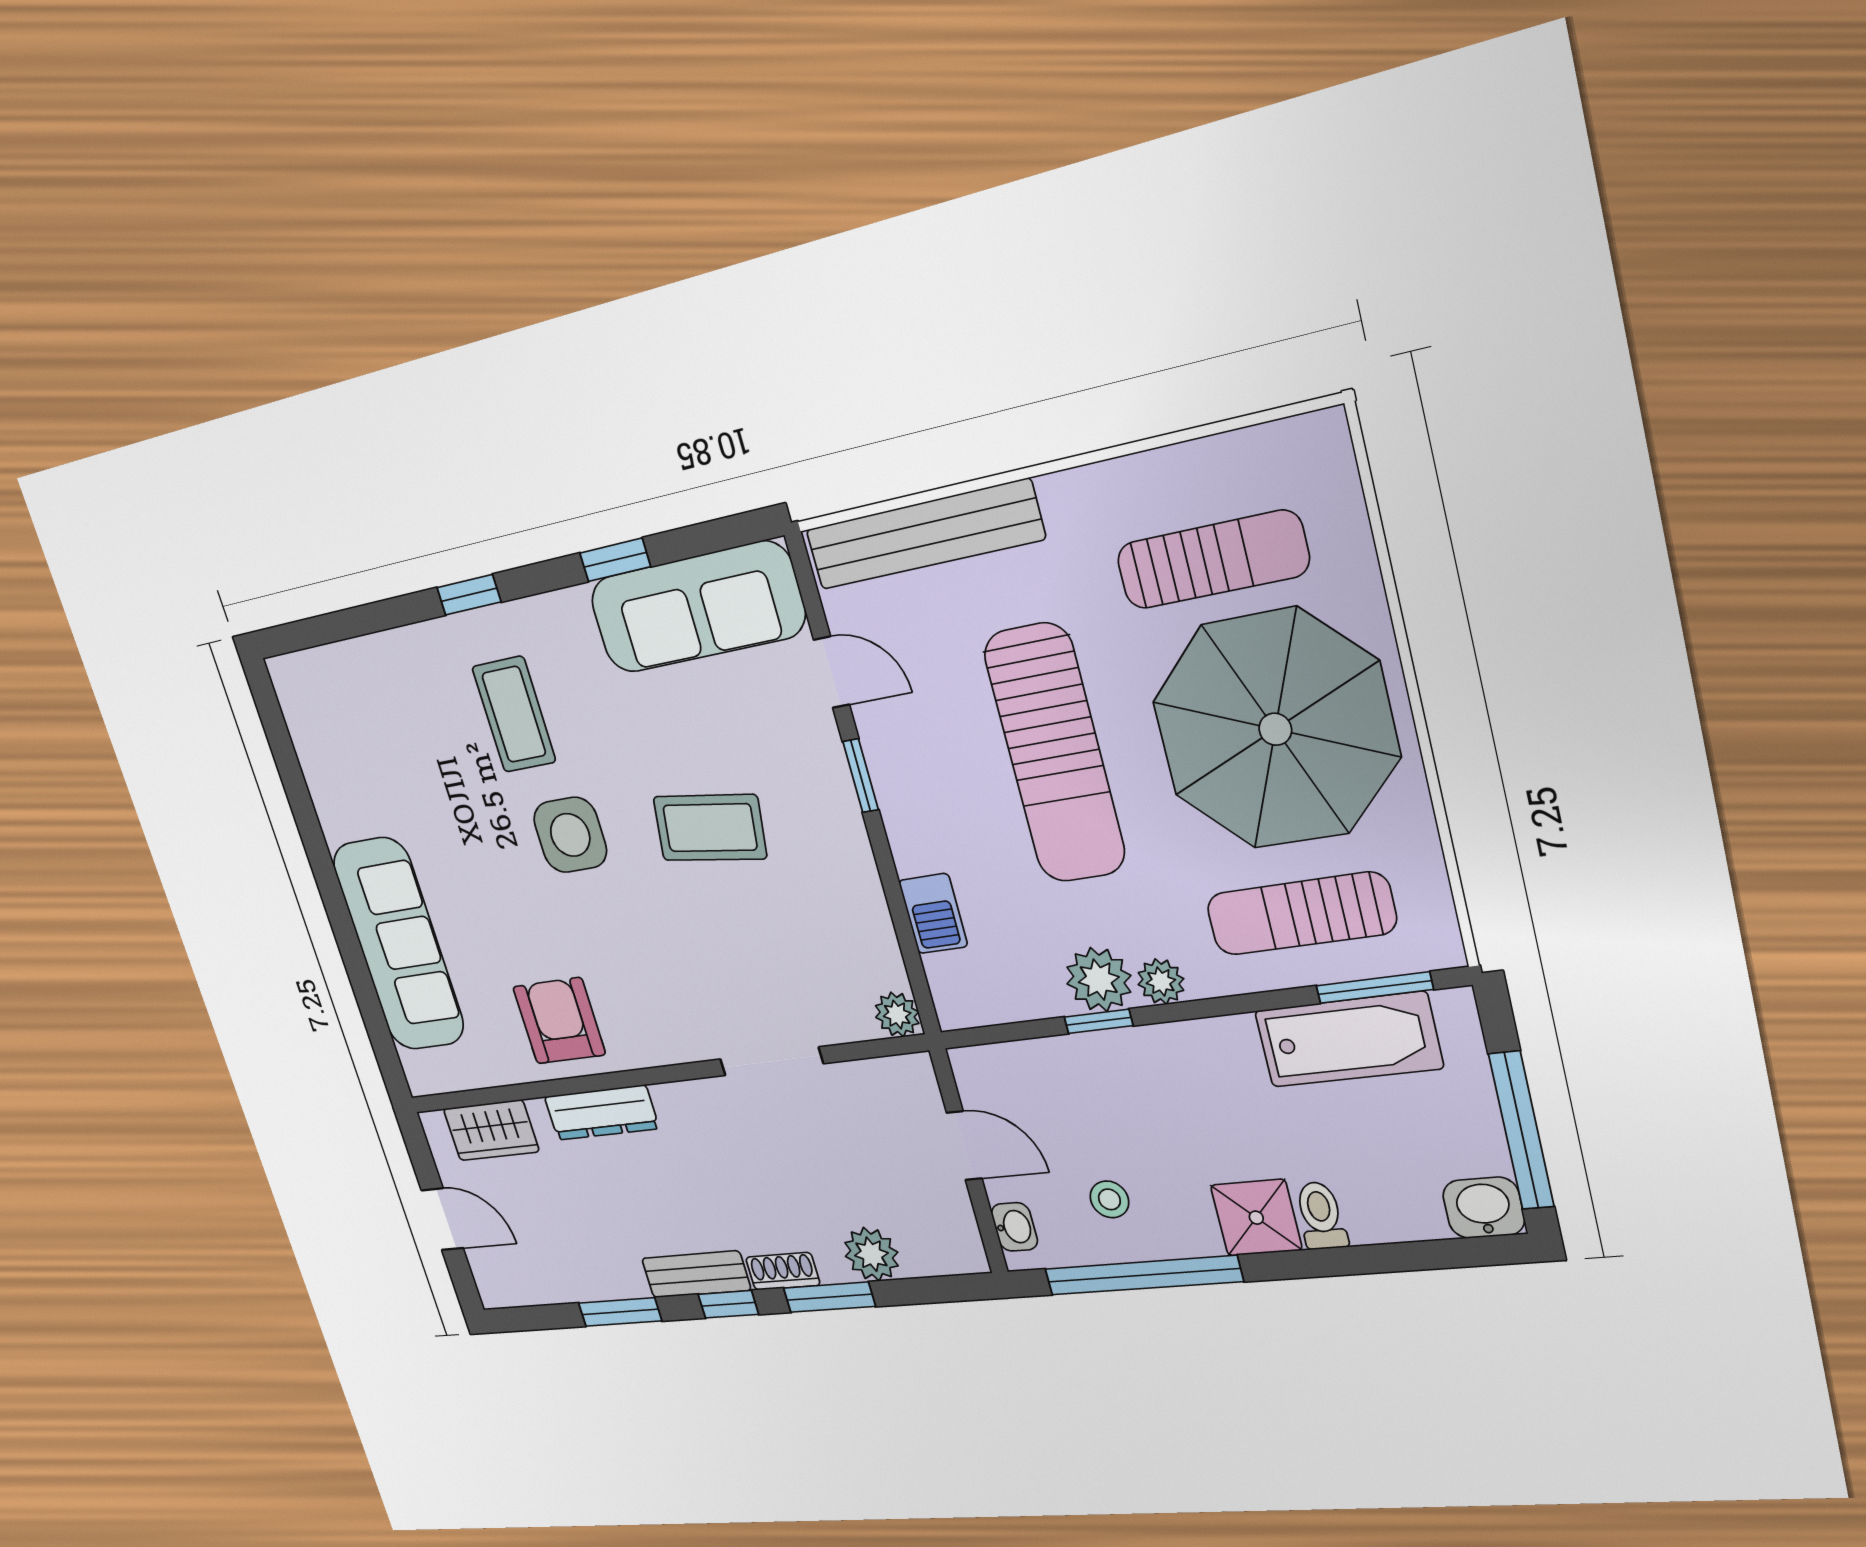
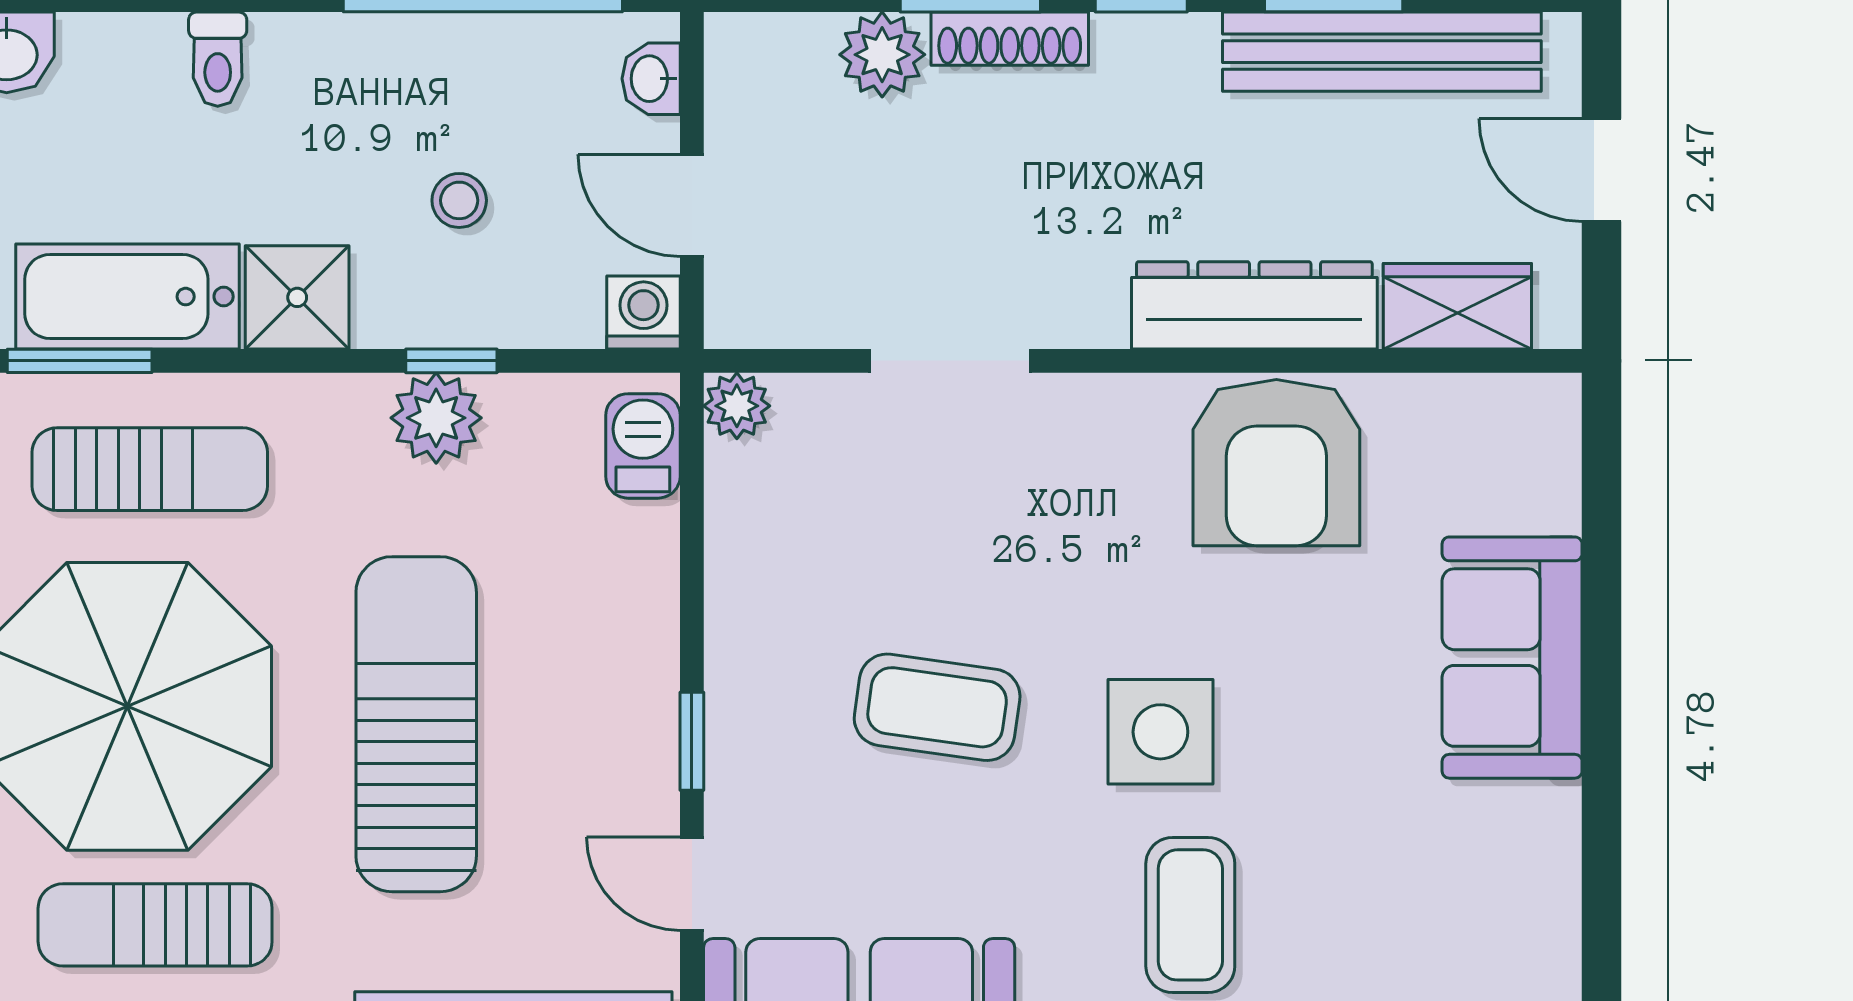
barbecue: (933, 914) -> (643, 446), moved
sofa: (399, 945) -> (1512, 658), width x0.73
plant: (1161, 982) -> (353, 404), removed
armchair: (559, 1021) -> (1276, 463), width x1.36, depth x1.36
washing machine: (976, 1070) -> (644, 313), added
dresser: (601, 1113) -> (1254, 305), width x1.37, depth x1.24
stool: (1109, 1199) -> (459, 200), moved
shower: (1256, 1218) -> (297, 297), moved
shoe rack: (783, 1271) -> (1010, 39), width x1.43
bench: (696, 1274) -> (1382, 52), moved, width x1.86, depth x1.21

